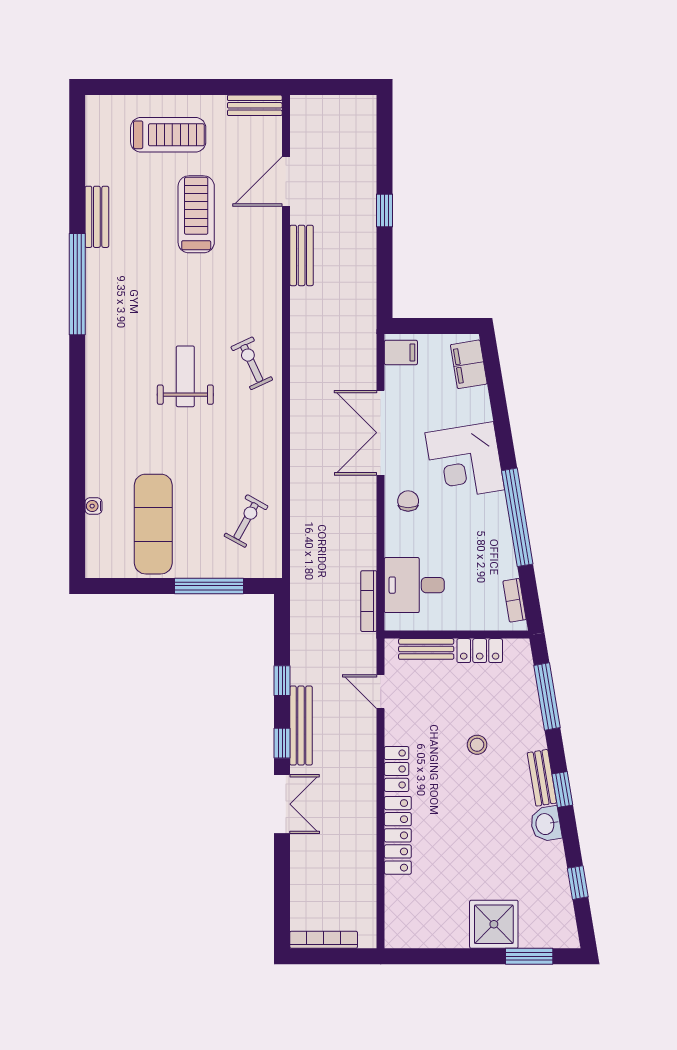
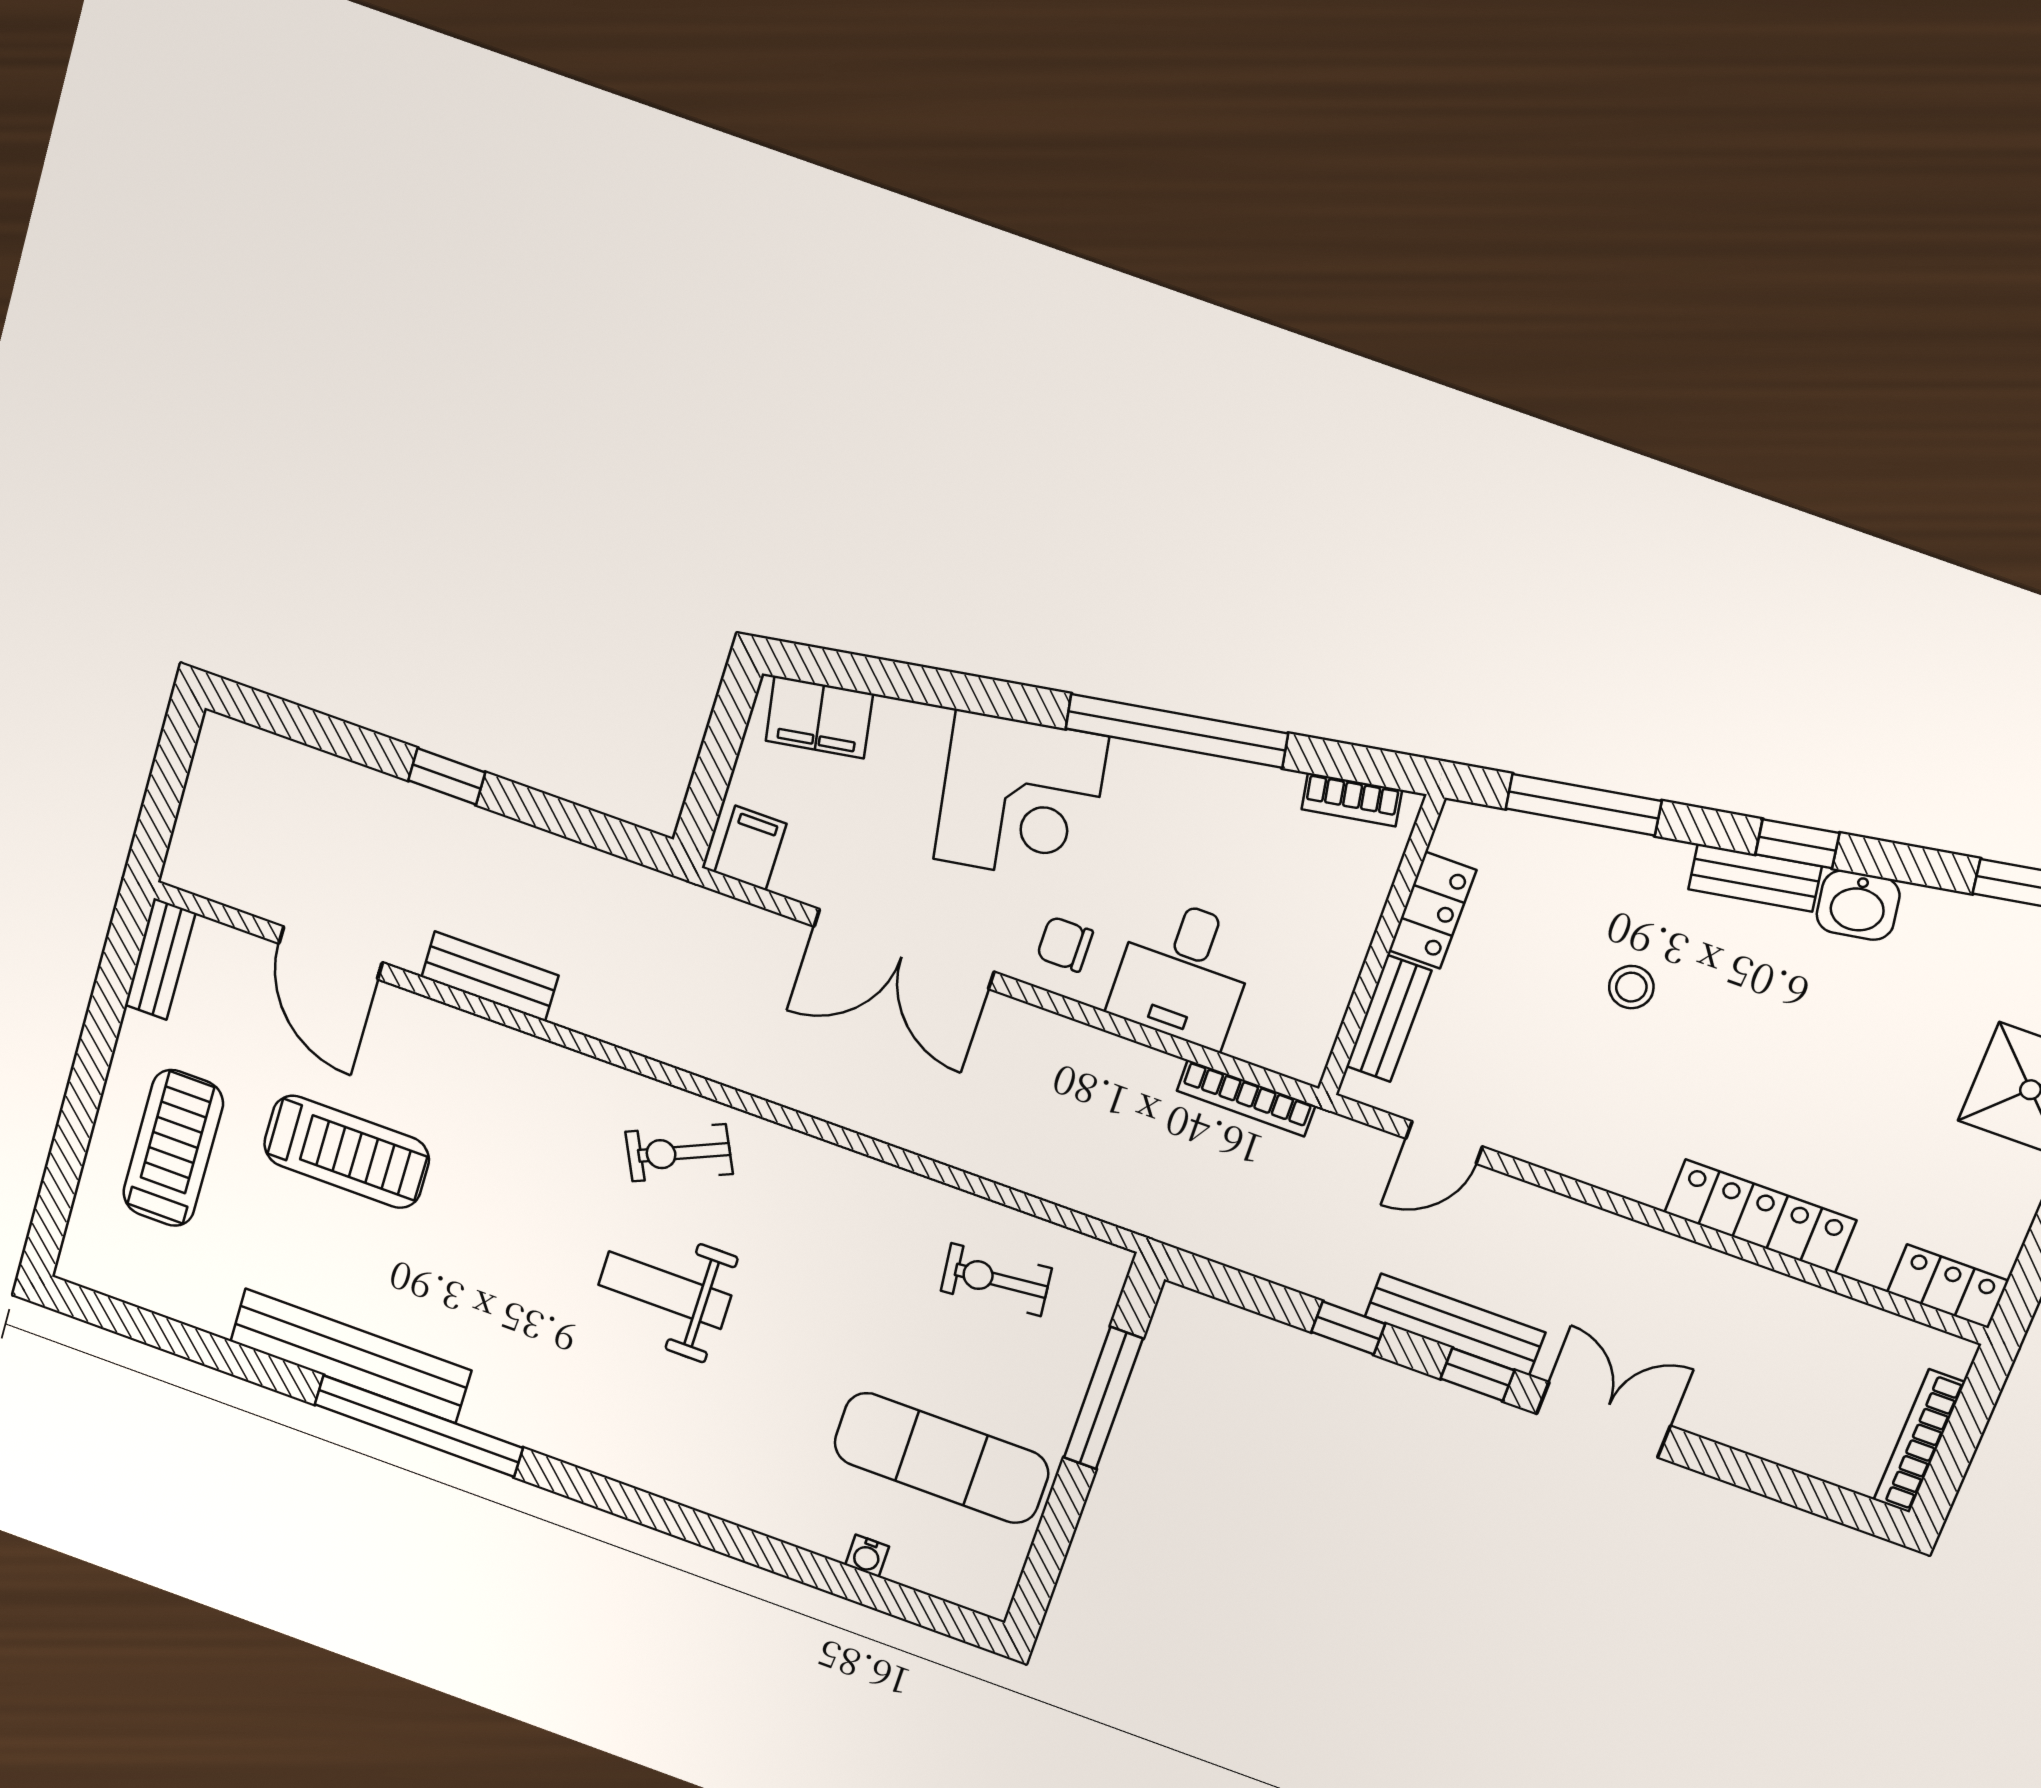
treadmill: (196, 214) -> (347, 1152), turned 180
bench: (97, 217) -> (351, 1356), width x1.86, depth x1.21
exercise bike: (246, 521) -> (996, 1280), turned -35
desk: (414, 585) -> (1183, 972), moved
locker: (397, 769) -> (1948, 1286), moved

